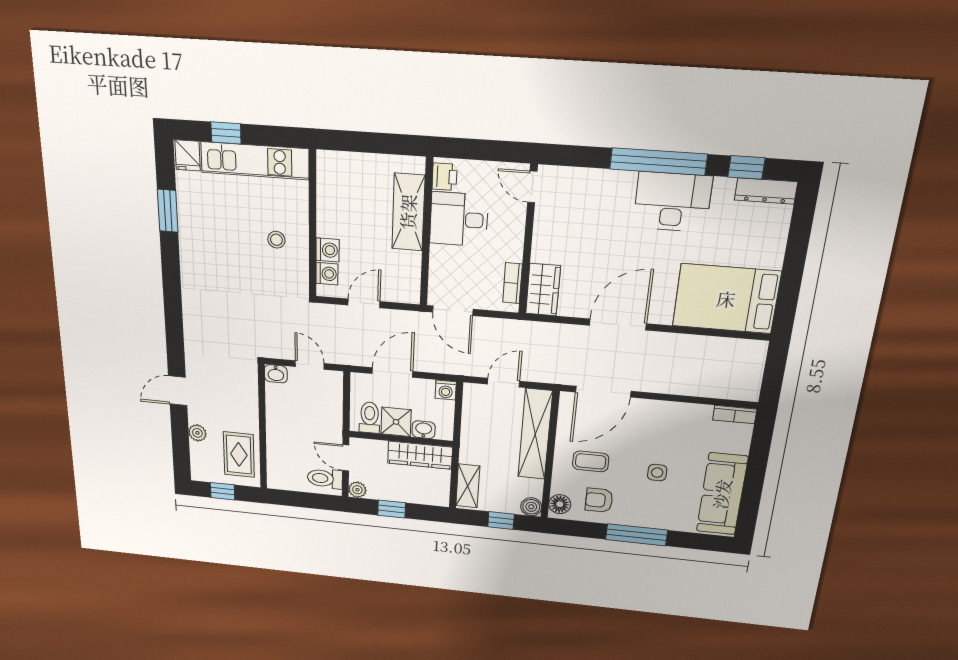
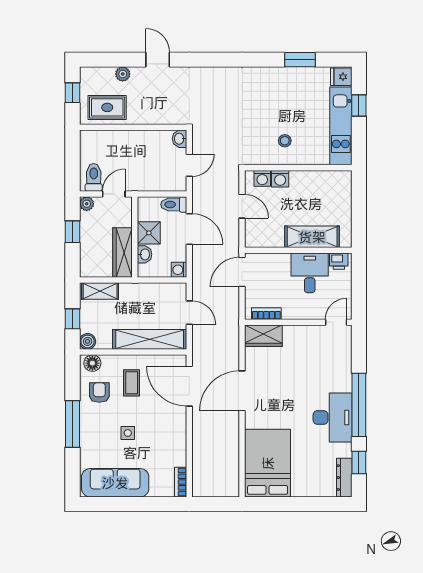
door: (618, 325) -> (242, 391), swing flipped
toilet: (370, 417) -> (174, 204), moved, turned 180

